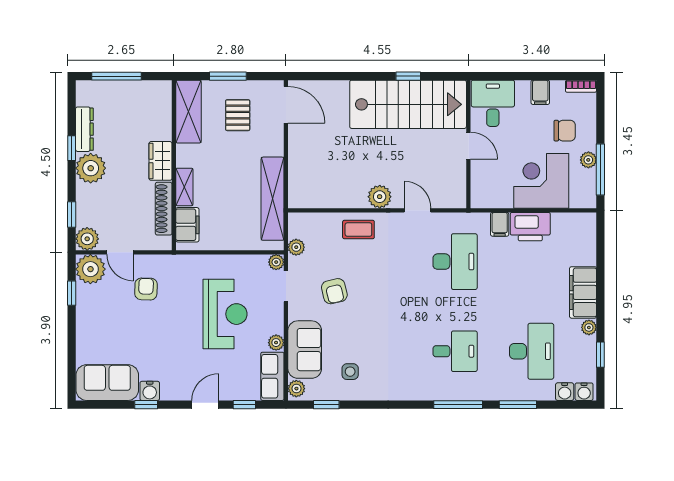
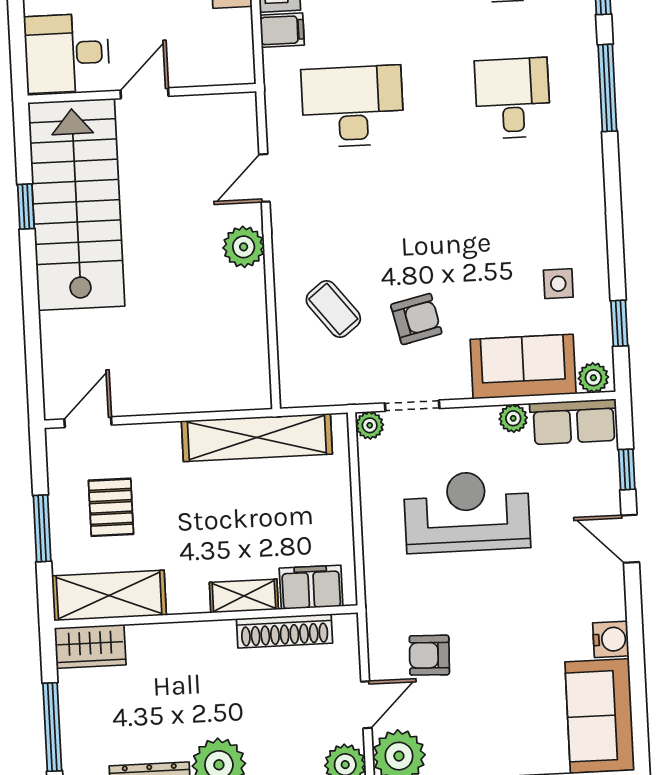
door: (286, 105) -> (88, 422), width x0.73
pallet: (238, 115) -> (111, 507), turned 90
wardrobe: (161, 161) -> (90, 646), moved
coffee table: (358, 230) -> (333, 309), moved, turned -38
plant: (296, 247) -> (341, 391), removed
window: (146, 405) -> (636, 645), removed

